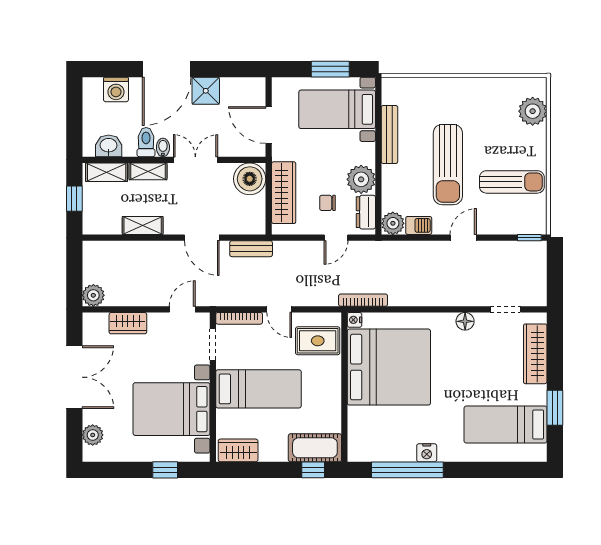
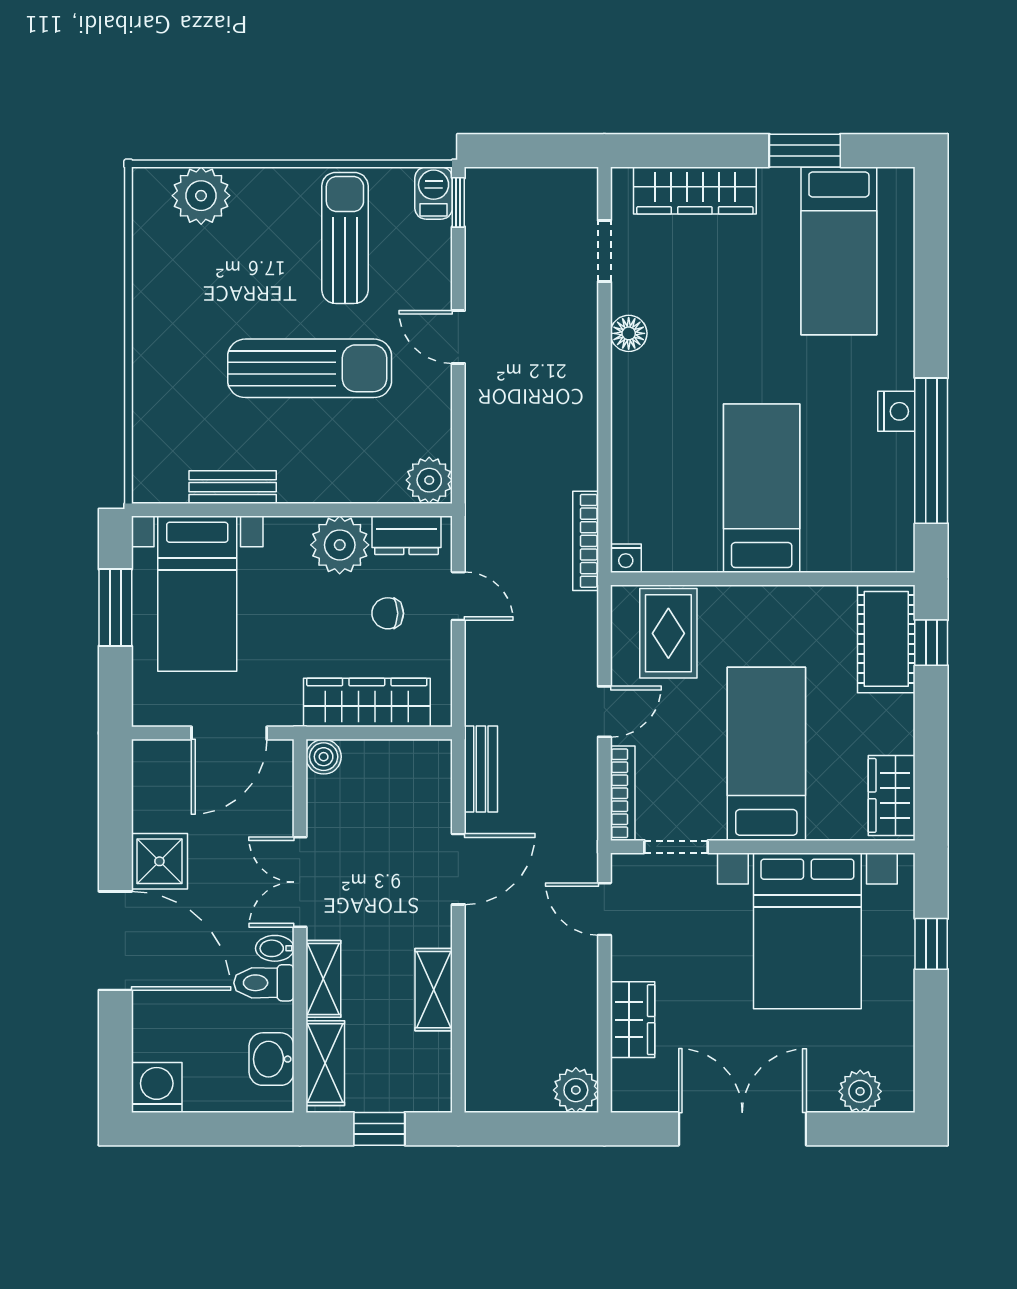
washing machine: (116, 89) -> (157, 1087), moved, turned -90
bench: (389, 134) -> (233, 487), width x0.73
boiler: (250, 179) -> (324, 757), width x0.54, depth x0.54
chair: (328, 203) -> (388, 613), turned 90
barbecue: (419, 225) -> (434, 193), moved
bed: (389, 367) -> (762, 488), width x0.49

